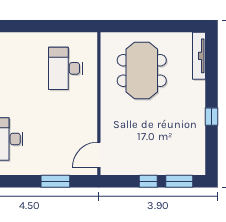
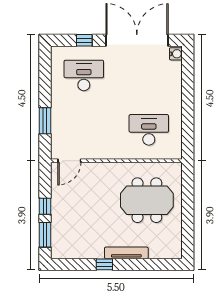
tv unit: (199, 56) -> (126, 253), moved
door: (99, 155) -> (69, 161), swing flipped

